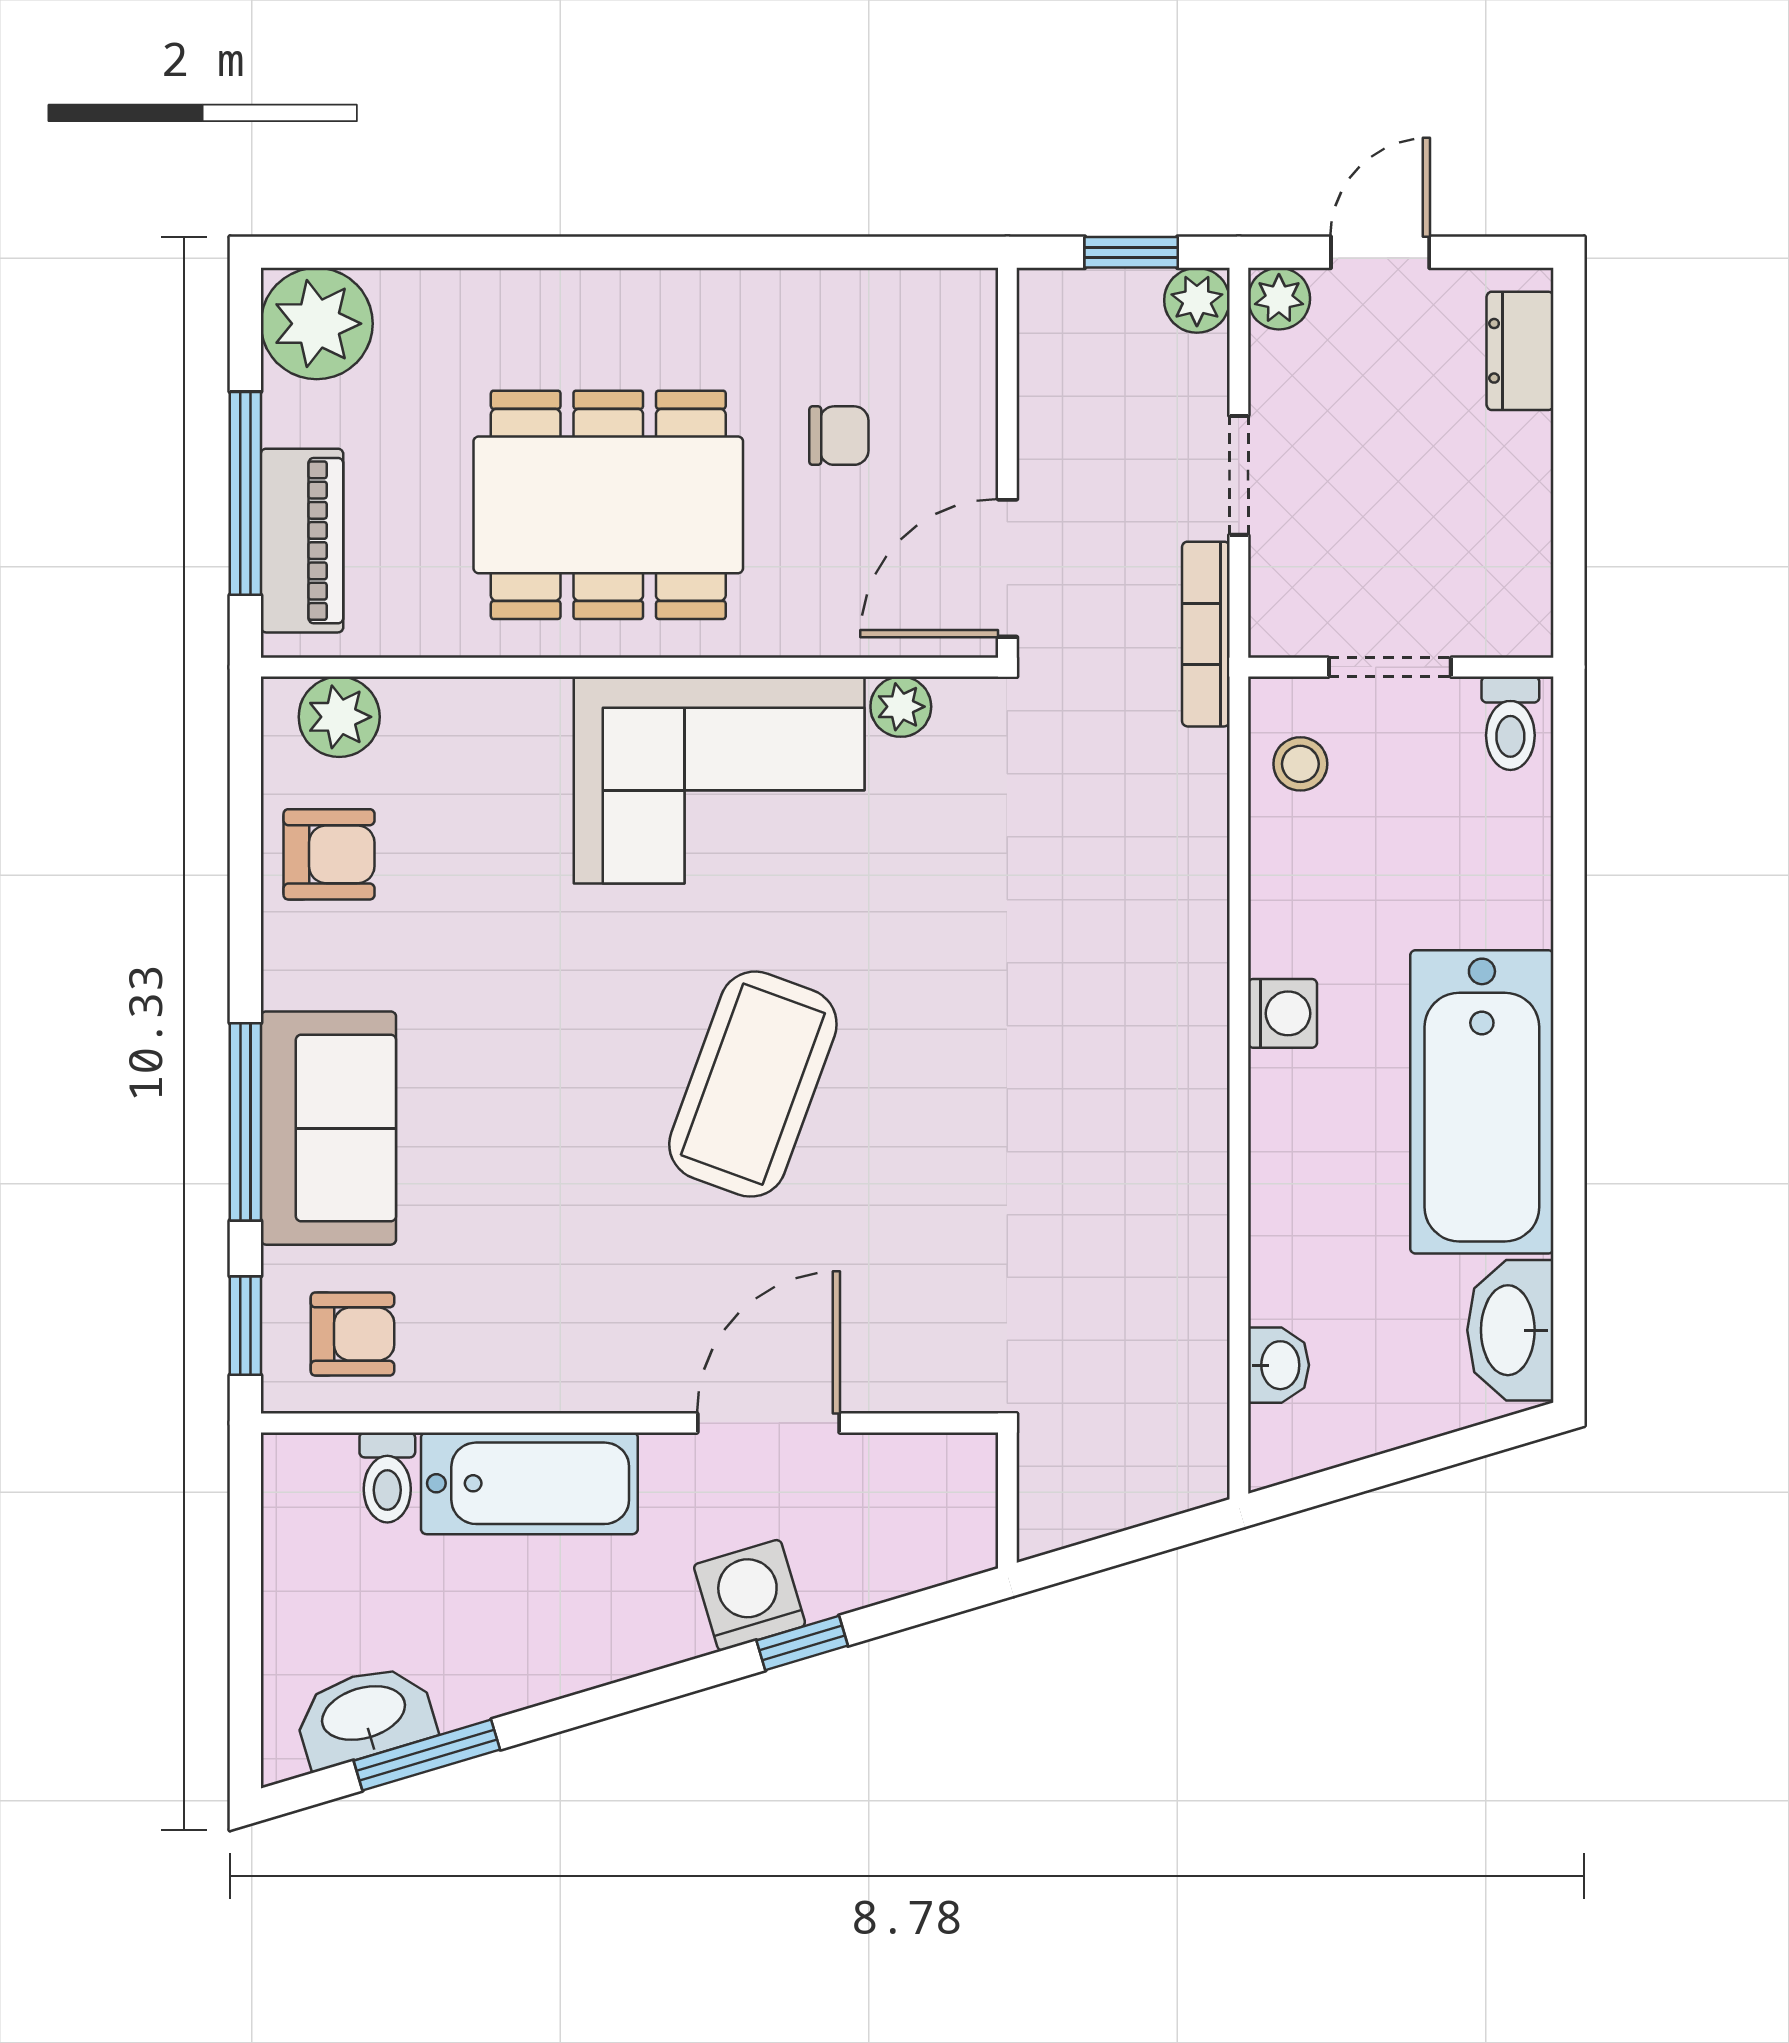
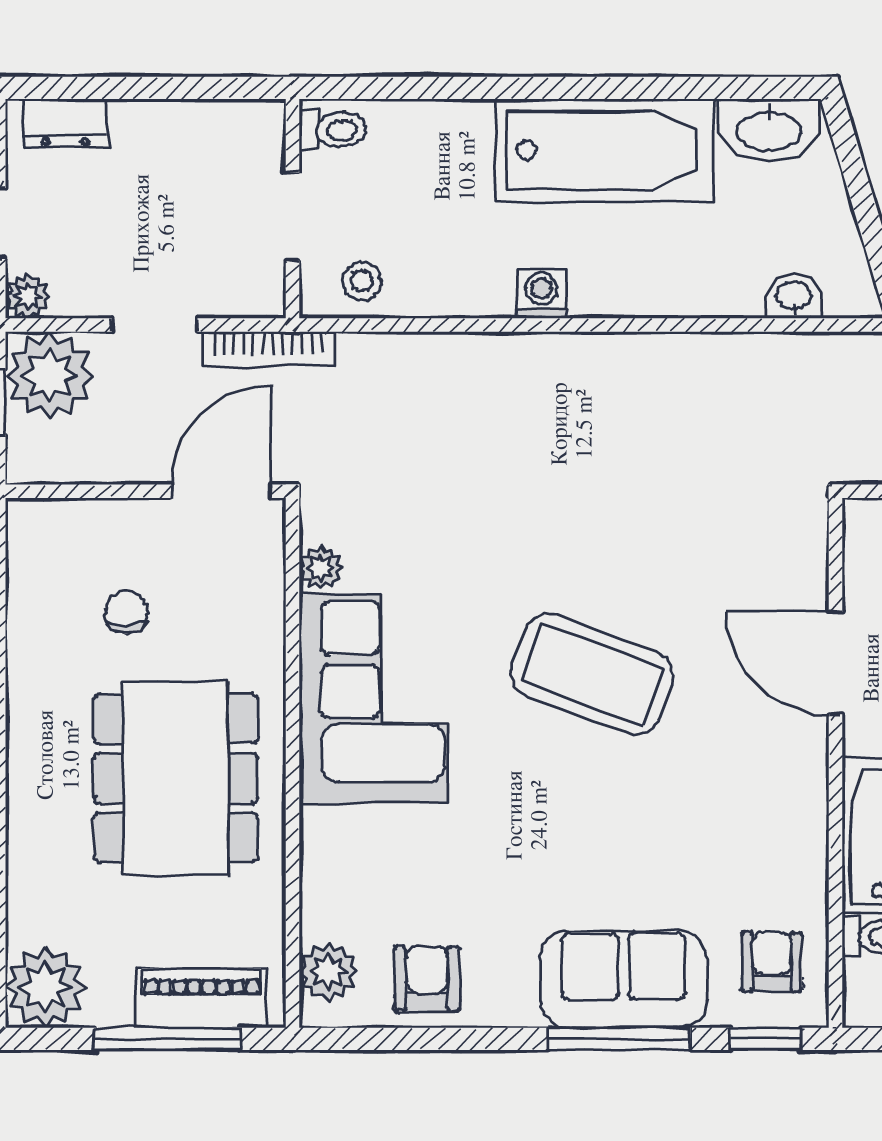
plant: (1197, 300) -> (49, 376), width x1.88, depth x1.88
door: (1007, 568) -> (221, 491), swing flipped

